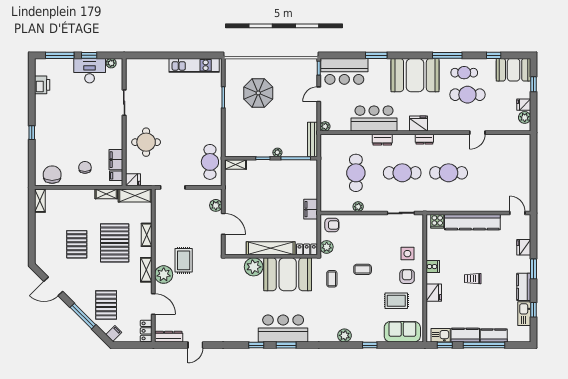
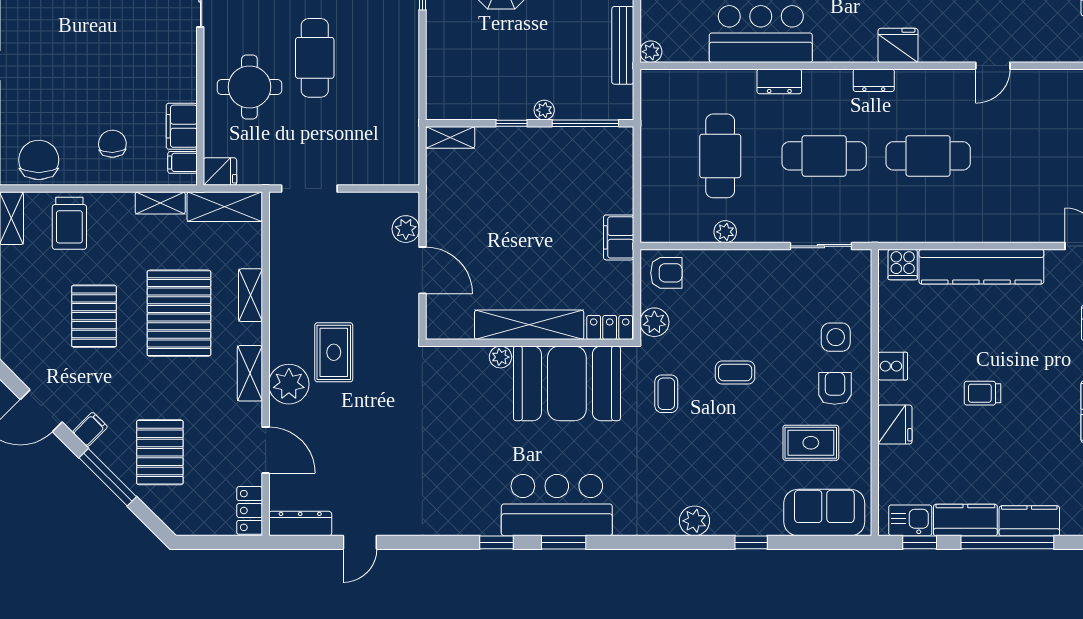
fridge: (418, 124) -> (898, 45), moved
bench: (313, 140) -> (623, 45), moved
cafe table: (210, 162) -> (315, 58), moved
trolley: (66, 203) -> (69, 223), added
plant: (254, 267) -> (500, 357), width x0.53, depth x0.53
filing cabinet: (114, 334) -> (90, 429), moved

